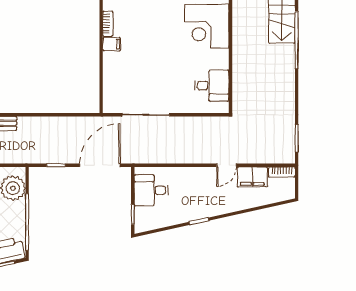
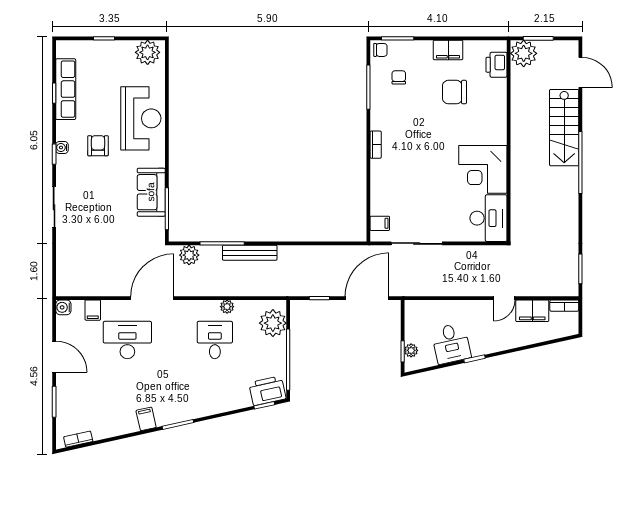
corner desk: (207, 26) -> (483, 169), moved
filing cabinet: (112, 44) -> (380, 223), moved
desk: (212, 86) -> (488, 218), width x1.37
desk: (151, 190) -> (451, 343), moved, turned -102
plant: (141, 213) -> (411, 350), added

